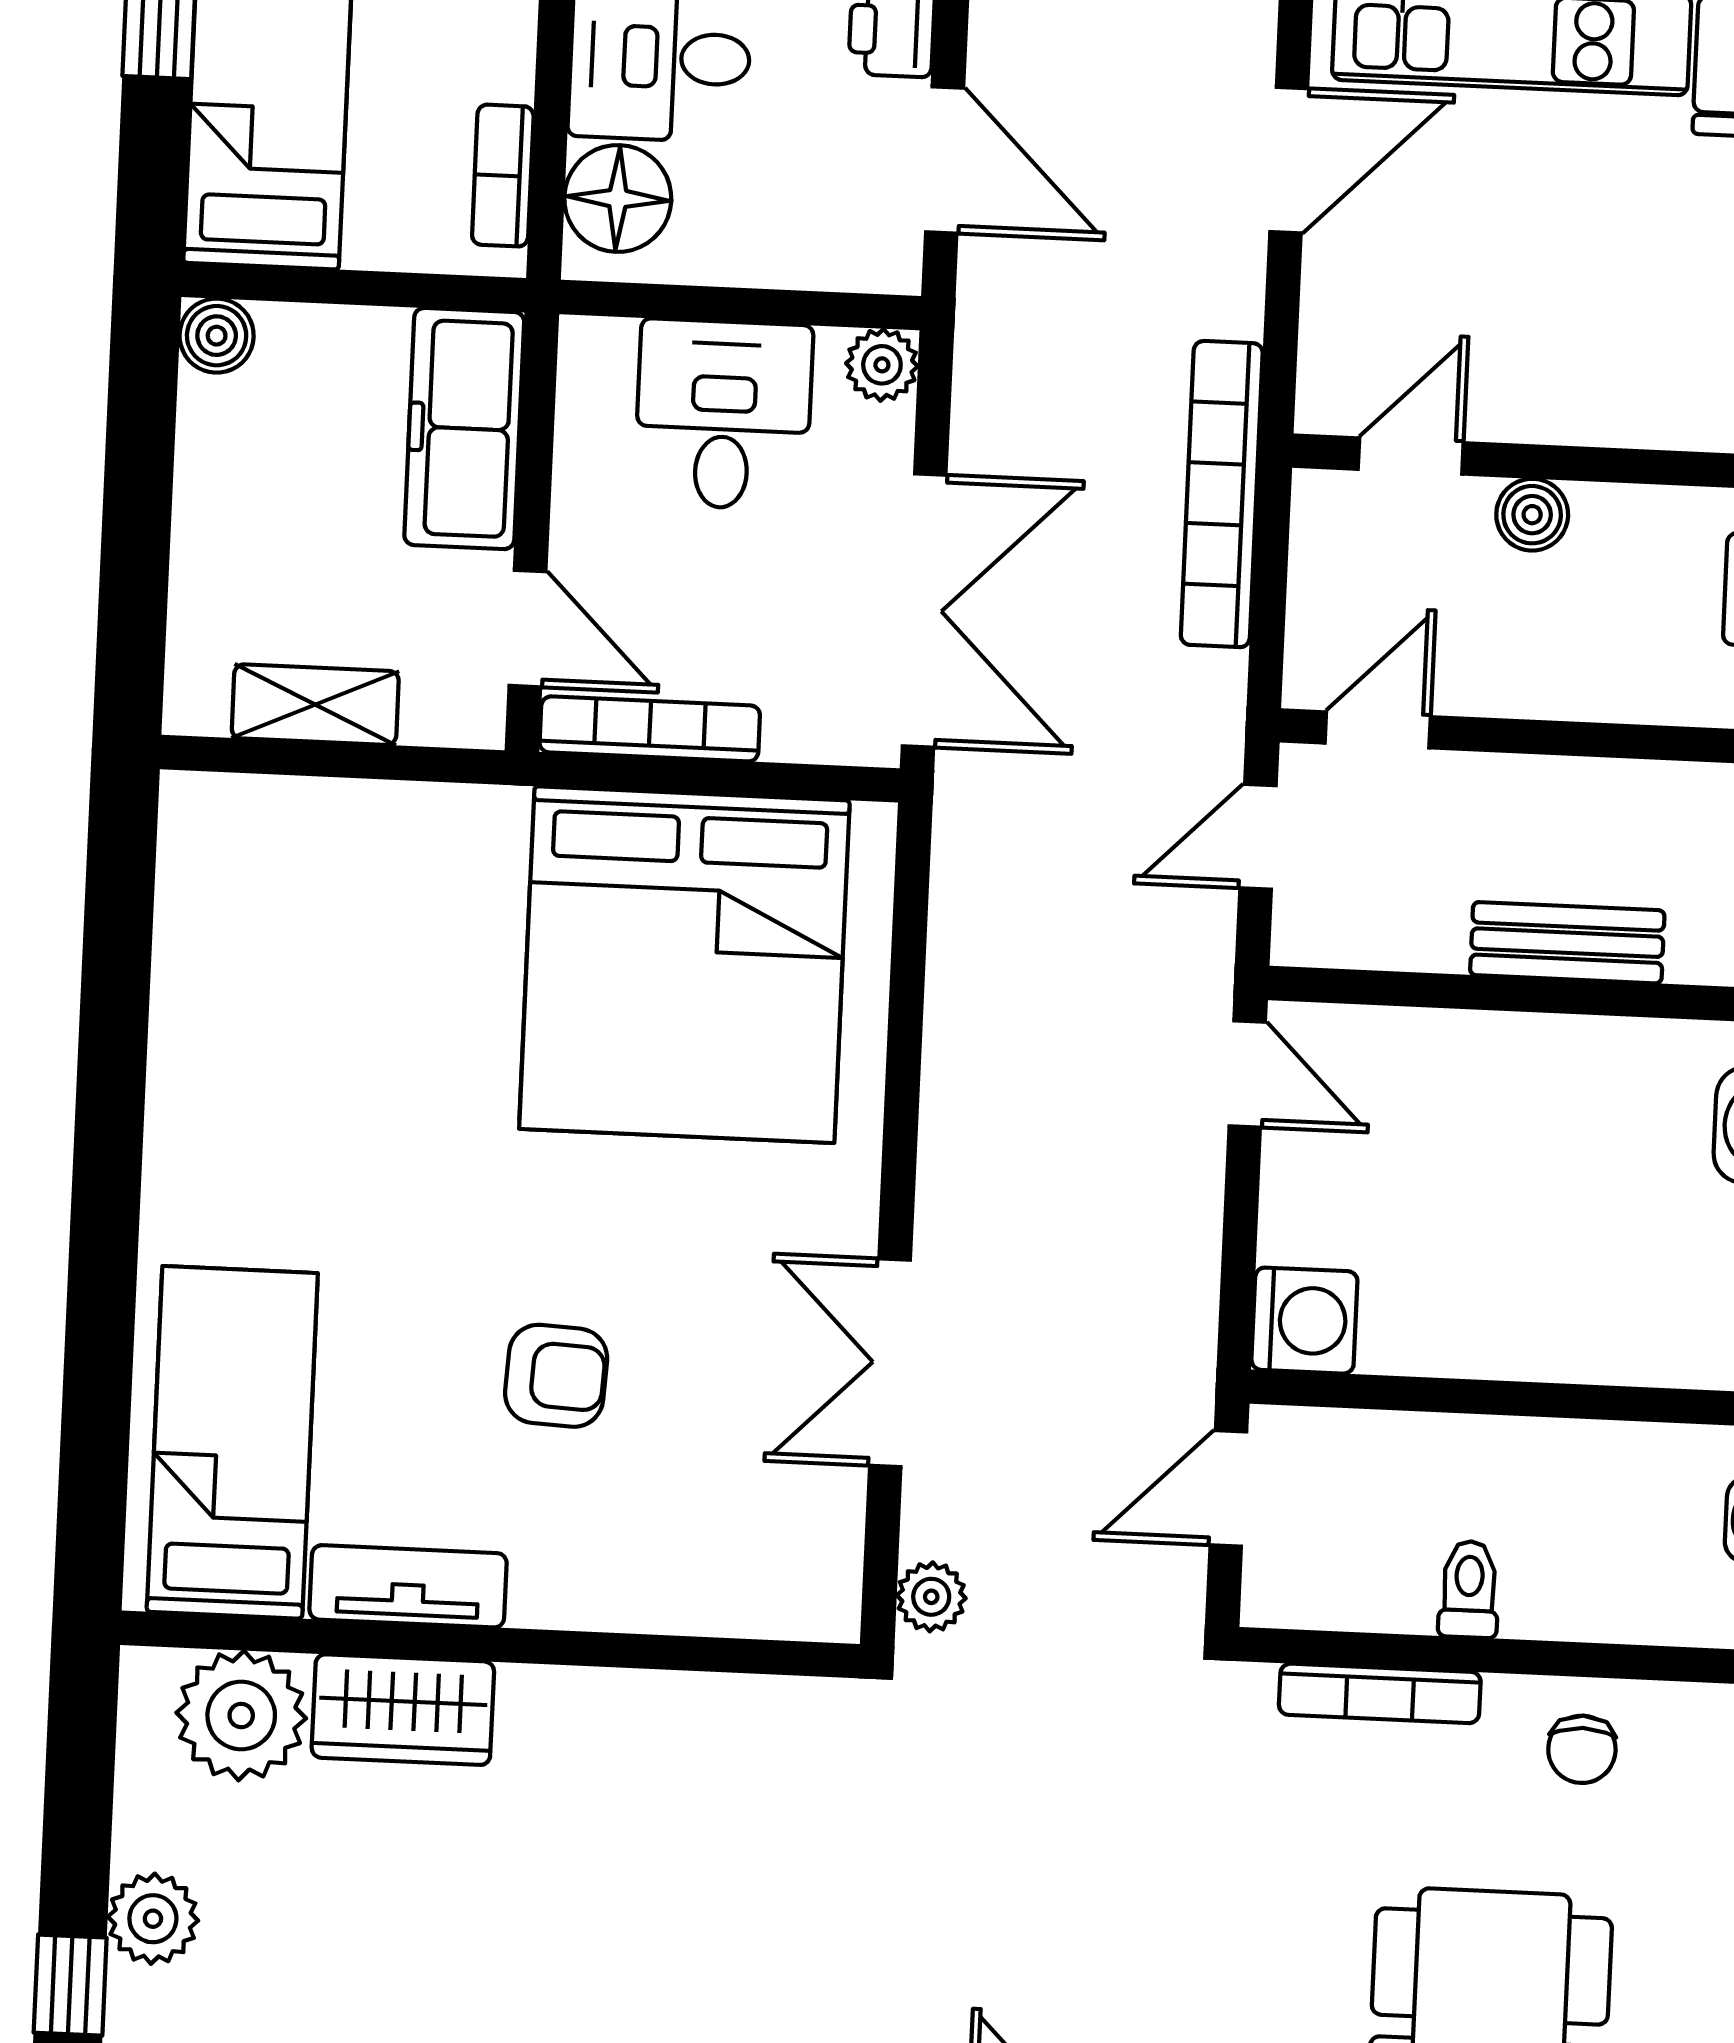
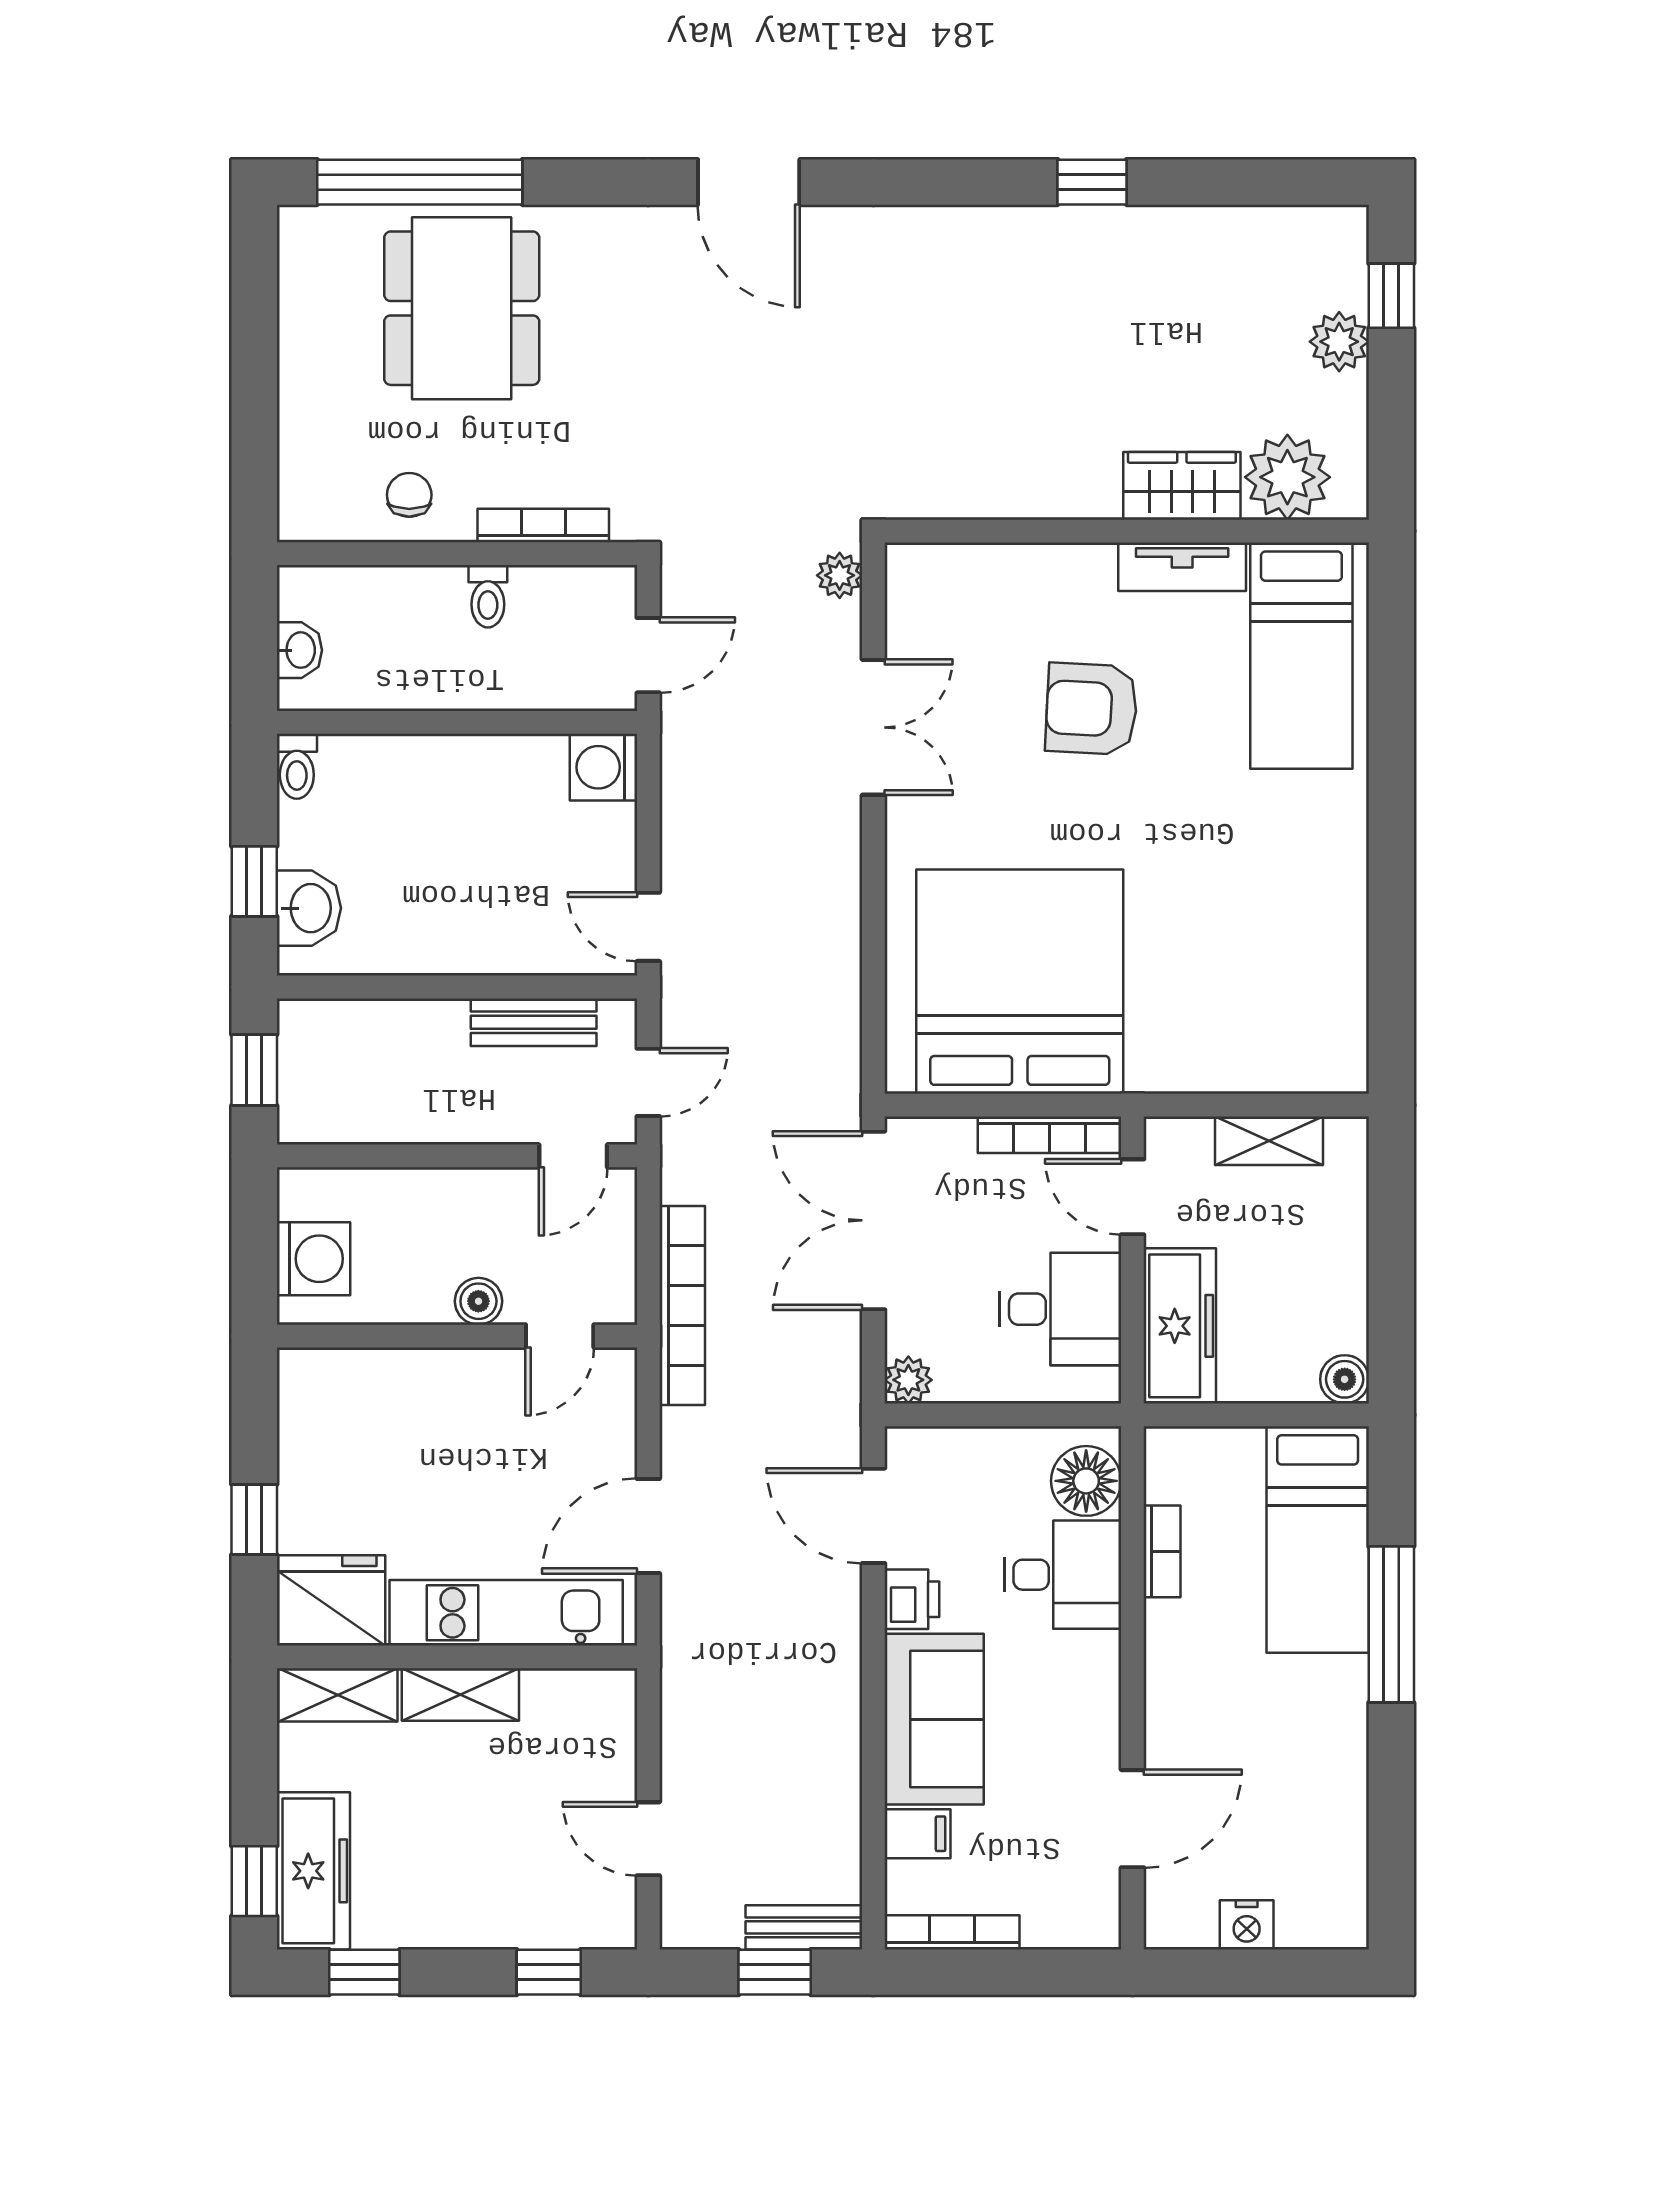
bookcase: (503, 176) -> (1162, 1551), moved
desk: (723, 414) -> (1060, 1309), moved, turned -90
bench: (1567, 943) -> (534, 1022), moved
armchair: (556, 1376) -> (1091, 709), width x1.38, depth x1.38

